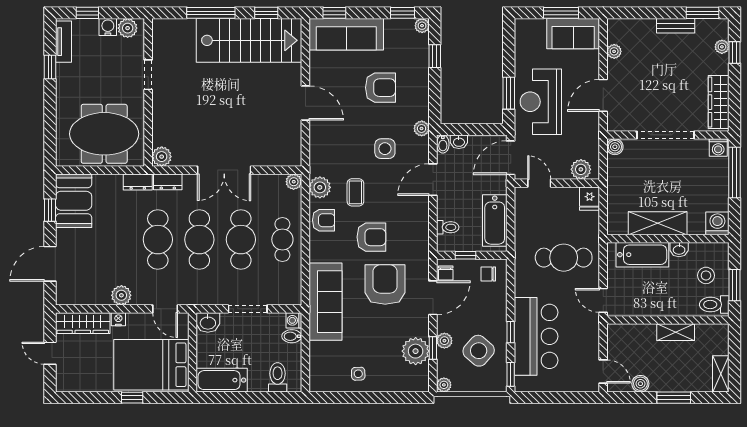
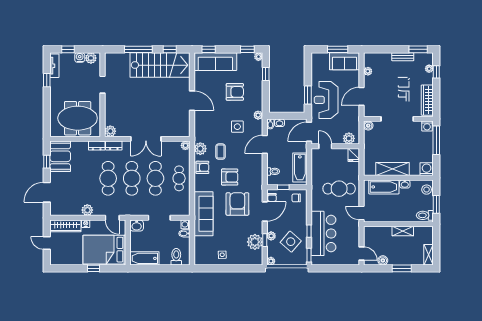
stool: (706, 275) -> (427, 190), moved

